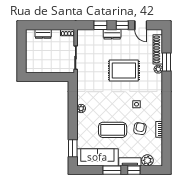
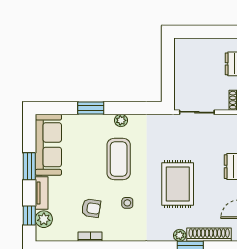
coffee table: (113, 130) -> (119, 159), moved
window: (73, 148) -> (91, 108), moved
window: (134, 170) -> (29, 216), moved

